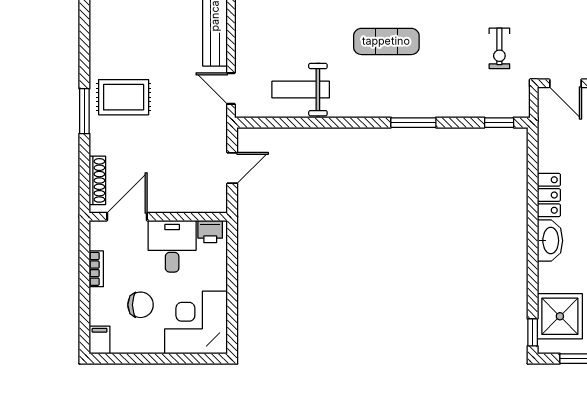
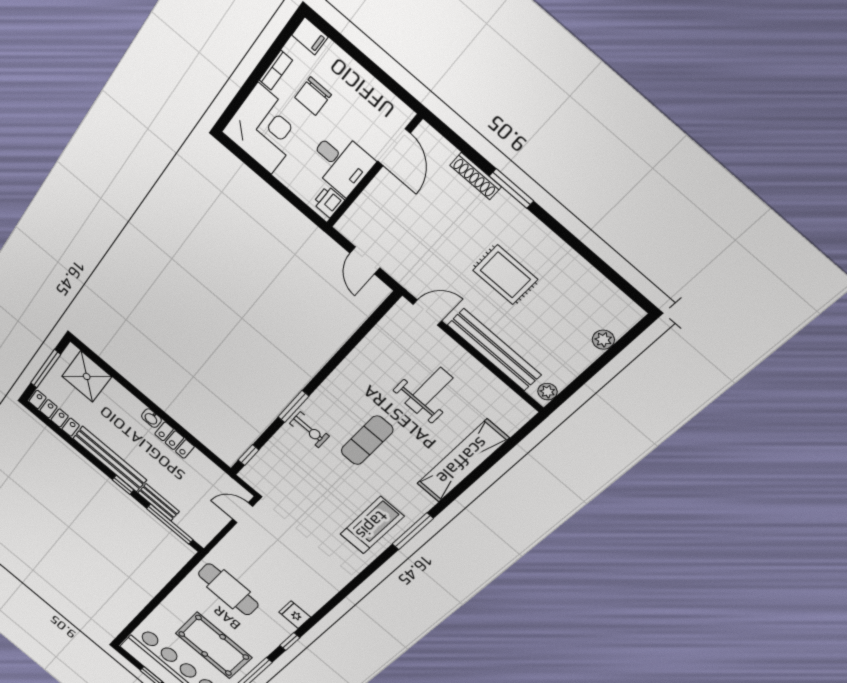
exercise bike: (499, 48) -> (309, 430), moved, turned 180
weight bench: (301, 90) -> (429, 391), moved
rug: (124, 97) -> (505, 275), moved, turned 90
shoe rack: (97, 180) -> (476, 176), moved
washbasin: (550, 241) -> (151, 418), width x0.52, depth x0.69
bookcase: (96, 269) -> (276, 70), moved, turned -90
window: (533, 332) -> (87, 351), removed

